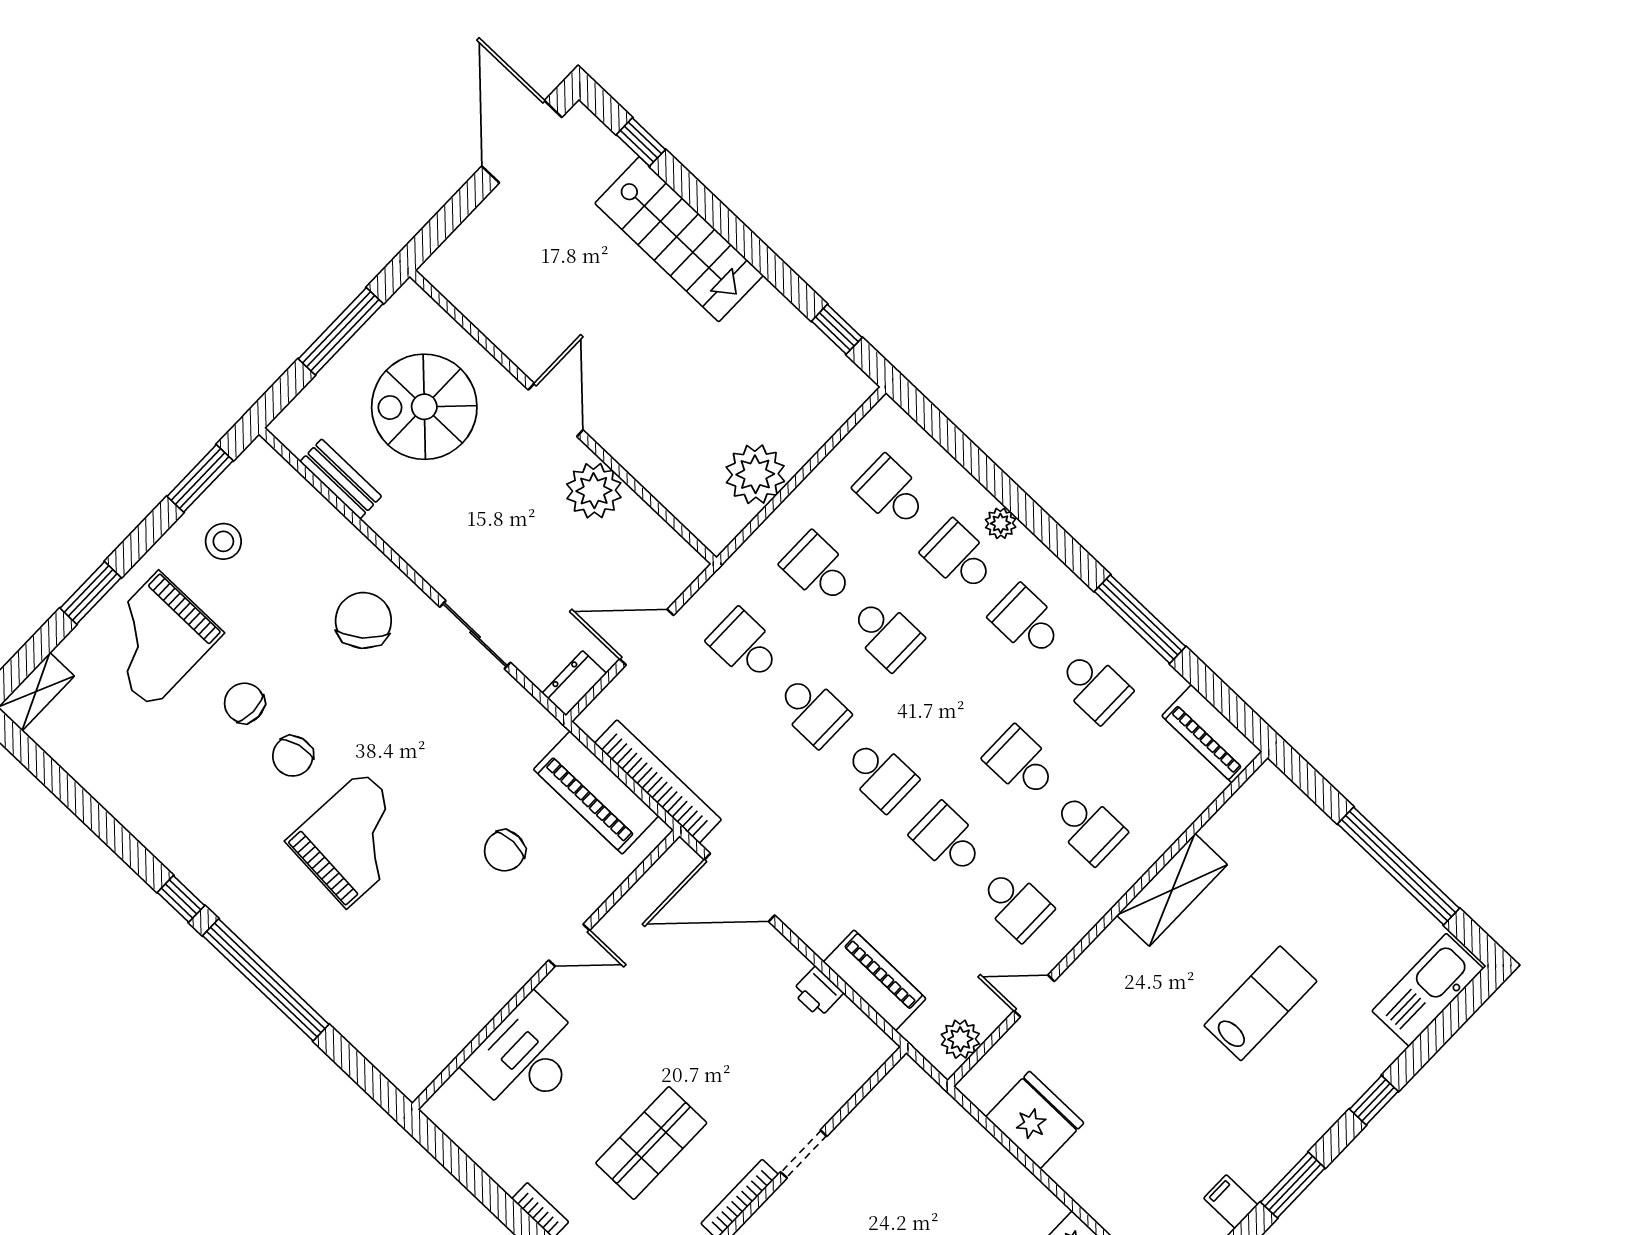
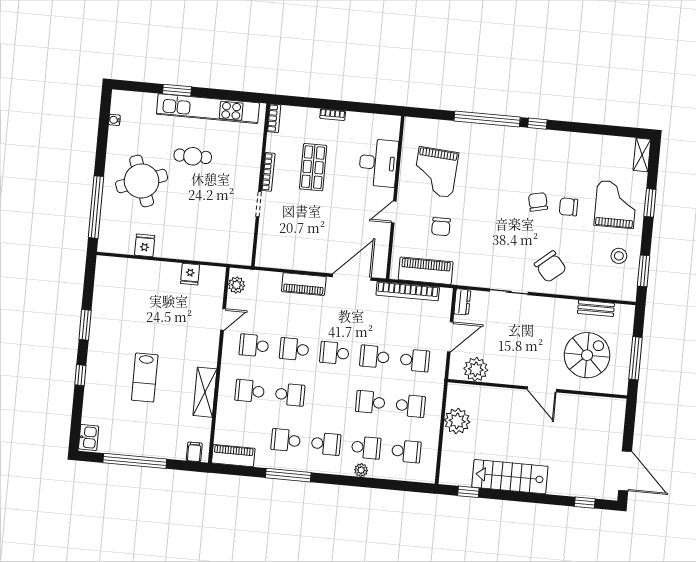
stairs: (679, 239) -> (510, 477), moved
plant: (594, 491) -> (476, 369), moved
chair: (244, 703) -> (568, 207), turned 180
grand piano: (355, 839) -> (435, 172), moved
school desk: (948, 840) -> (294, 349), turned 180
chair: (505, 851) -> (441, 227), turned 180
piano: (875, 980) -> (304, 284), moved
kitchen sink: (1428, 990) -> (89, 437), width x0.53, depth x0.81
printer: (817, 992) -> (297, 263), removed
fridge: (1035, 1120) -> (190, 274), width x0.53, depth x0.75
filing cabinet: (1231, 1202) -> (194, 452), moved, turned -90

